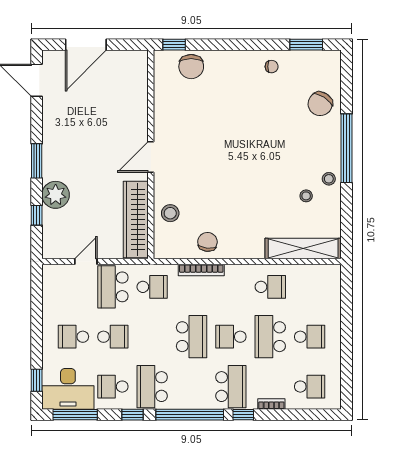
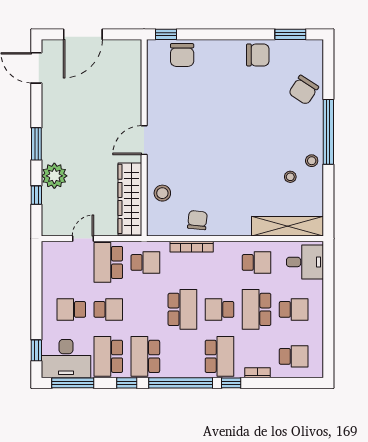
chair: (272, 67) -> (258, 55), width x1.87, depth x1.87
desk: (322, 286) -> (305, 262), added
school desk: (113, 387) -> (108, 356), width x1.85

